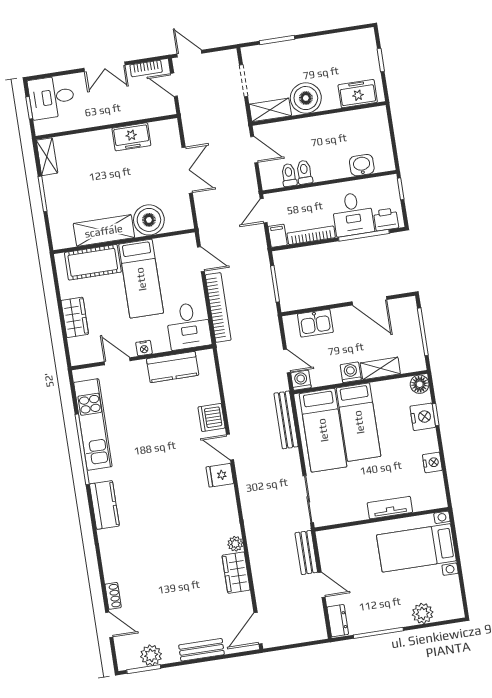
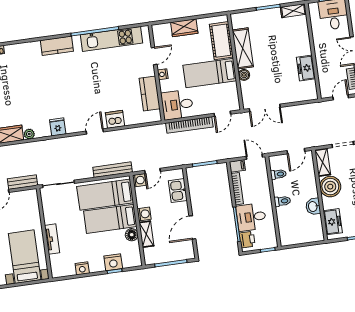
washbasin: (362, 165) -> (313, 206), moved, turned 180
double door: (187, 170) -> (265, 108), moved
toilet: (304, 172) -> (282, 201), moved
boiler: (149, 220) -> (244, 75), width x0.54, depth x0.54
floor lamp: (420, 384) -> (132, 235), moved
fridge: (220, 475) -> (58, 127), moved

